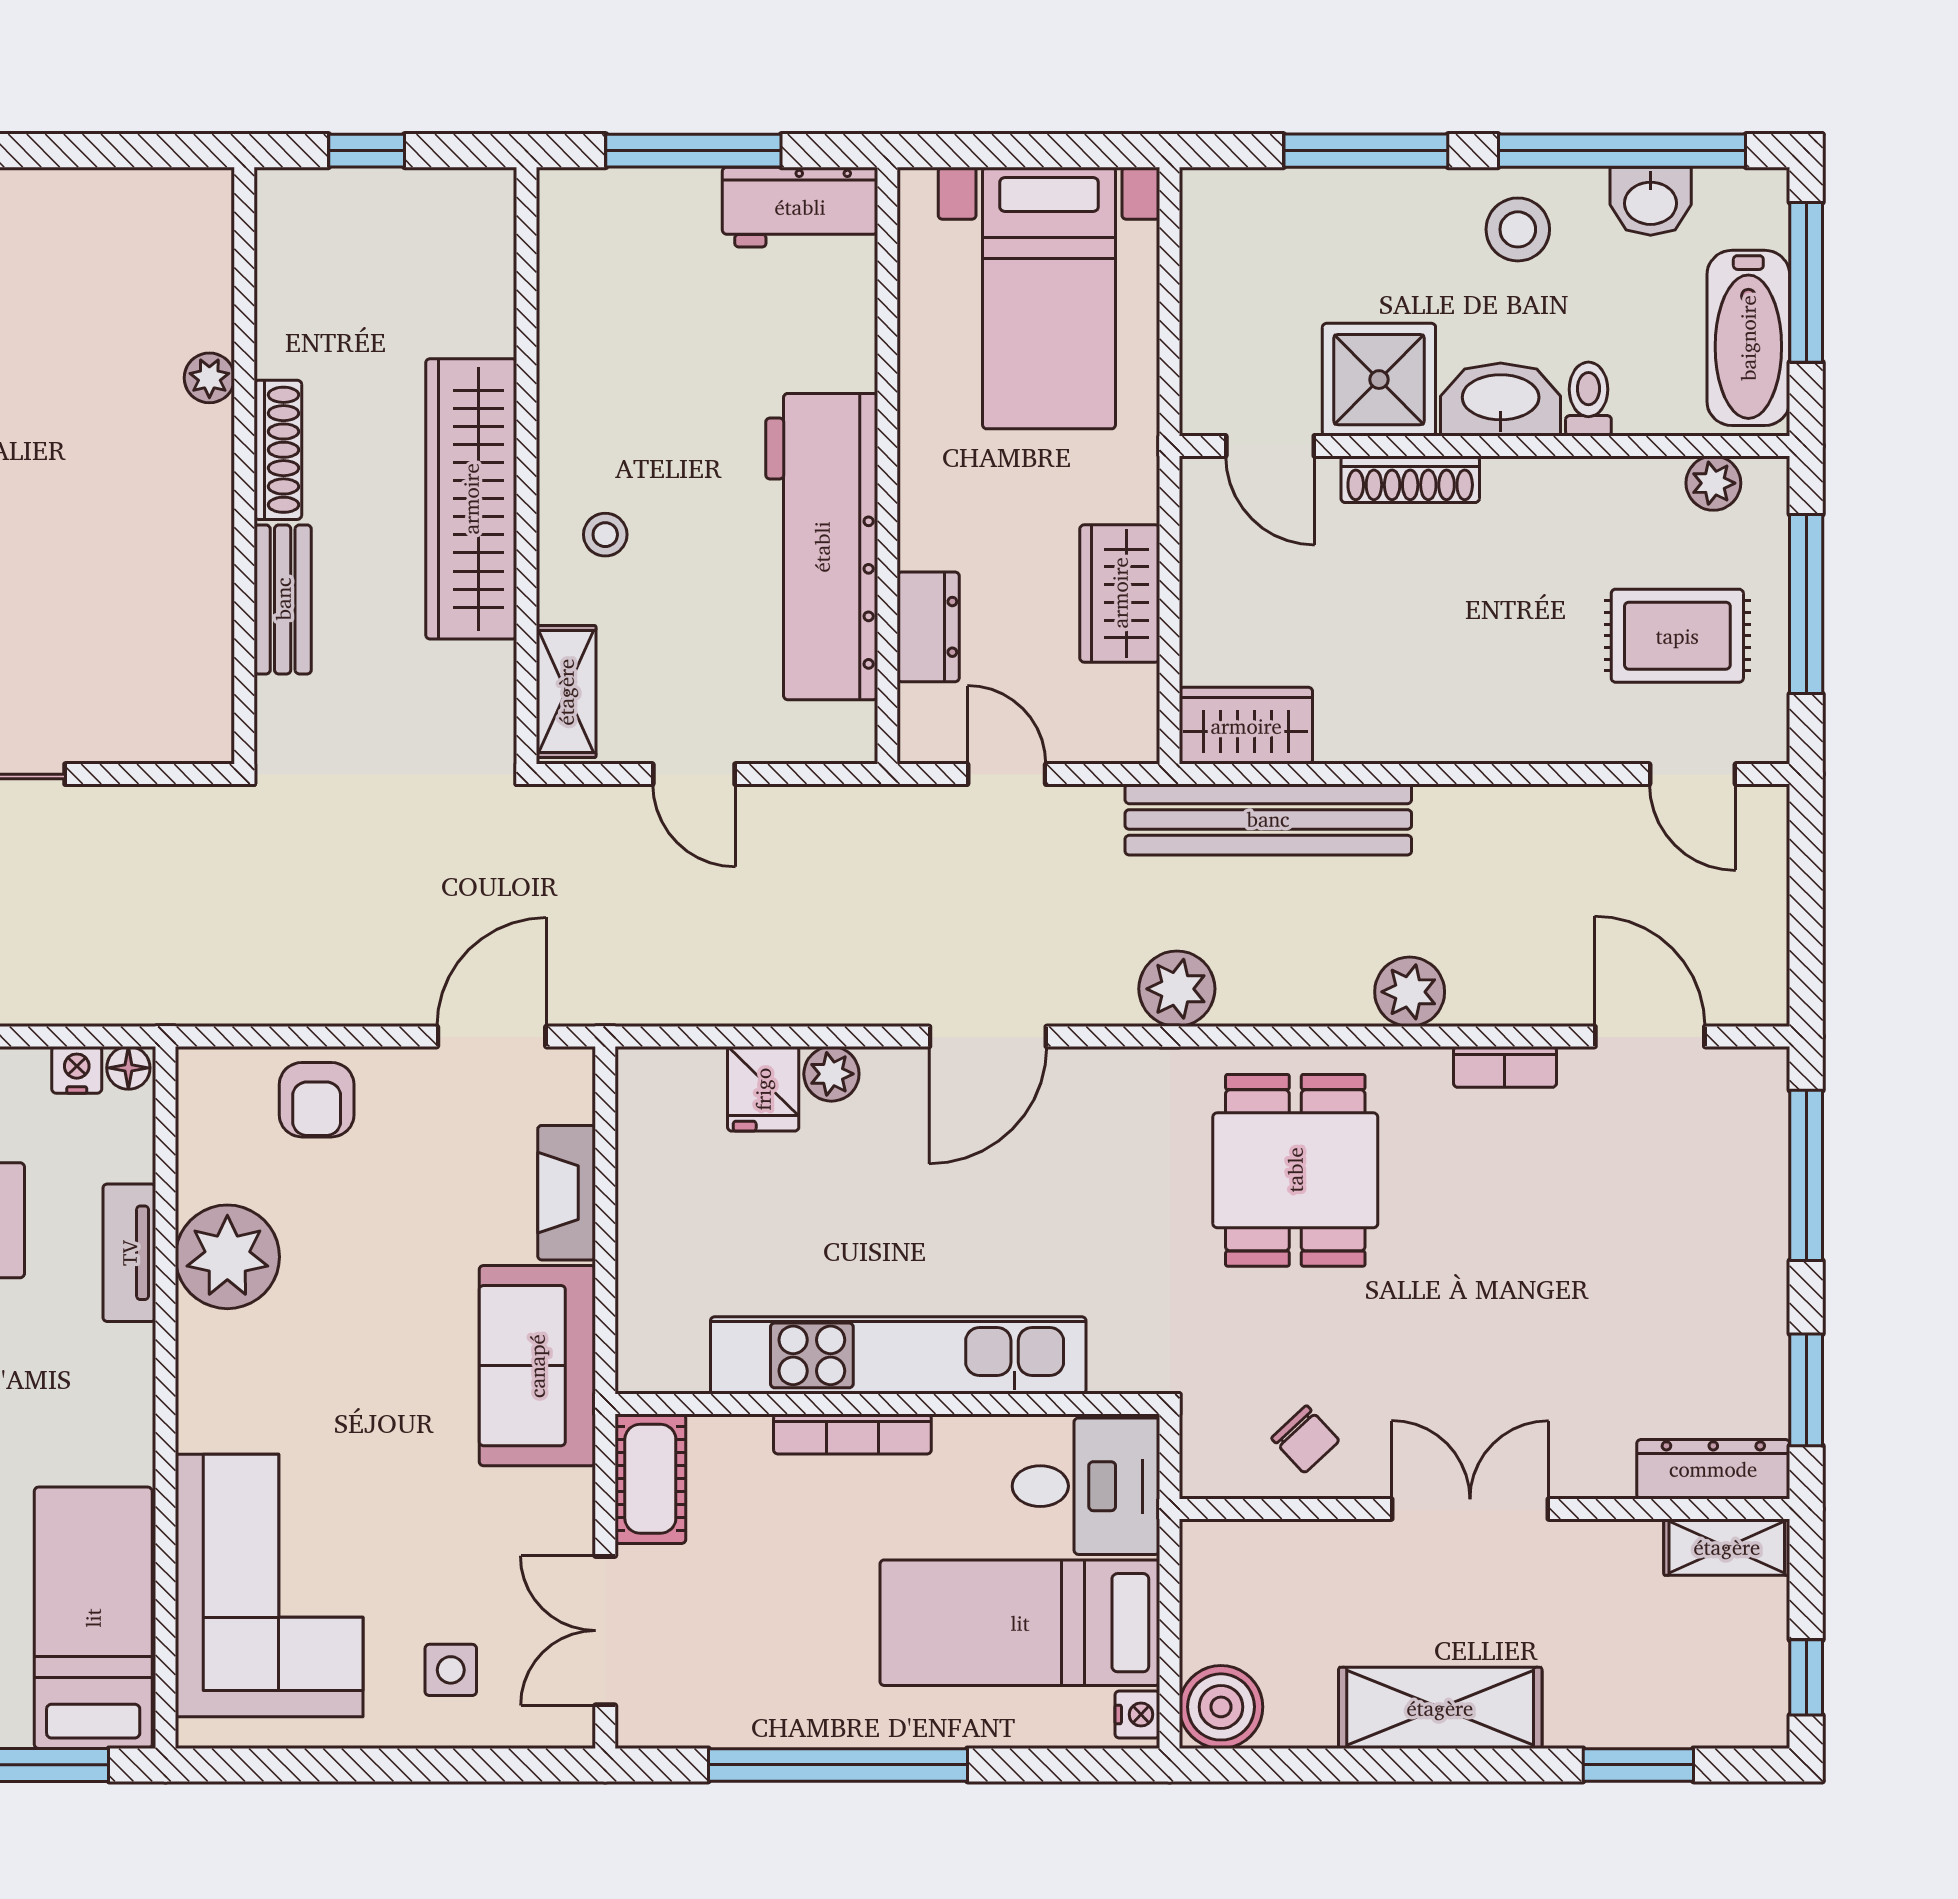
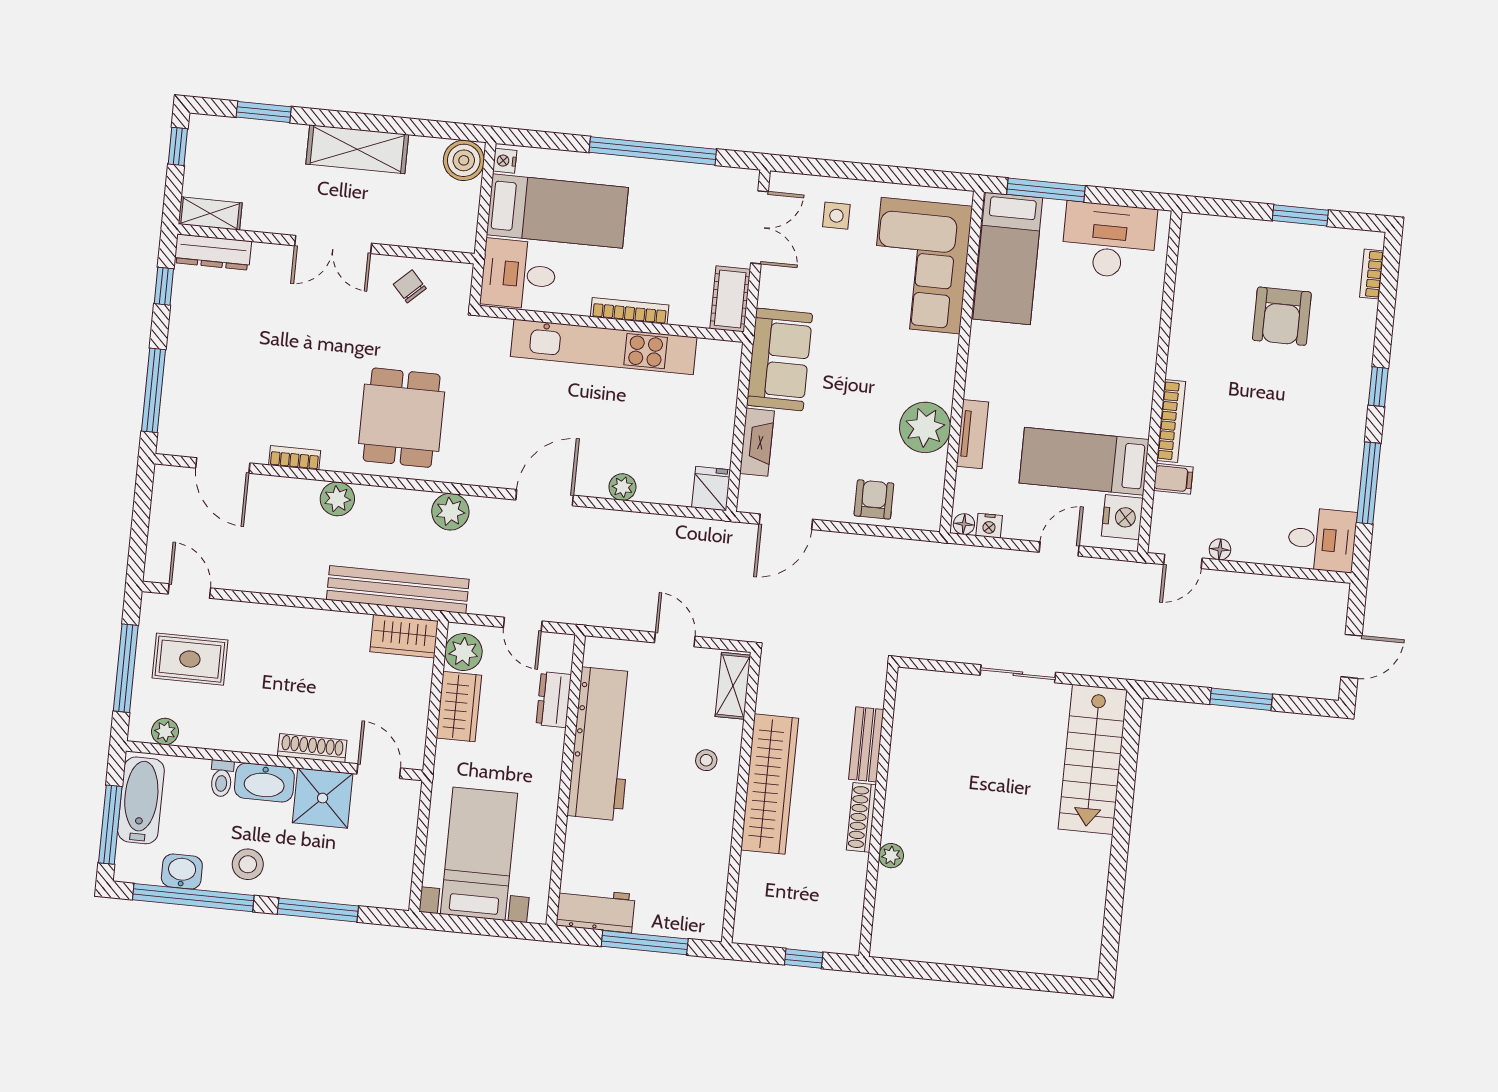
plant: (1122, 706) -> (463, 652), added
fridge: (763, 1089) -> (711, 489), moved
window: (1806, 1390) -> (164, 286), width x0.67

